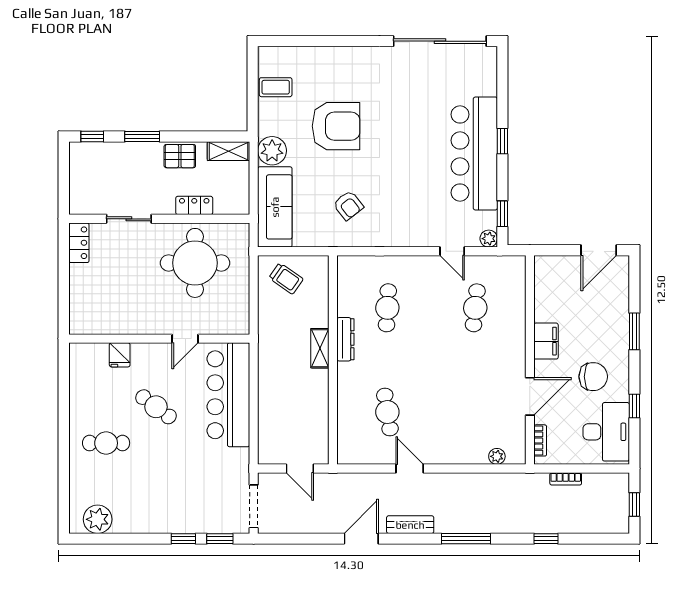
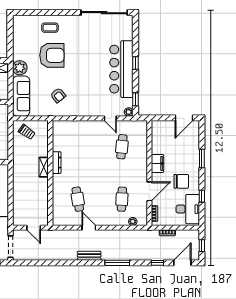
coffee table: (276, 87) -> (50, 28), moved
cafe table: (387, 308) -> (122, 199), moved
door: (361, 539) -> (182, 263), moved

